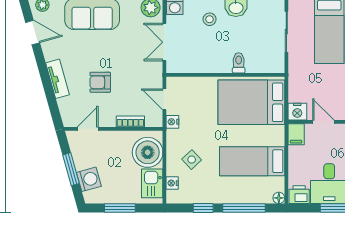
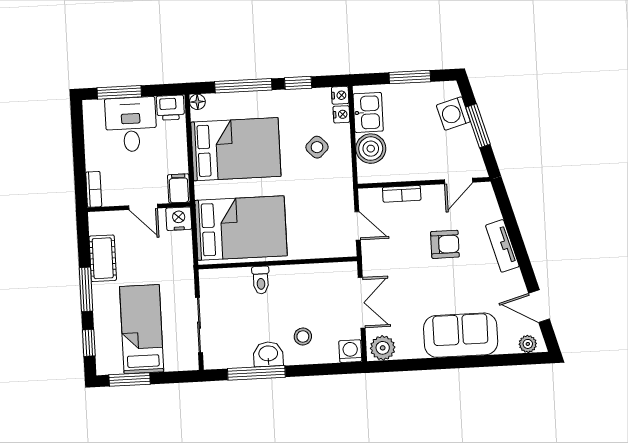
nightstand: (172, 122) -> (340, 95), moved
boiler: (148, 152) -> (371, 149), width x0.73, depth x0.73
bed: (252, 161) -> (236, 149), width x1.50

